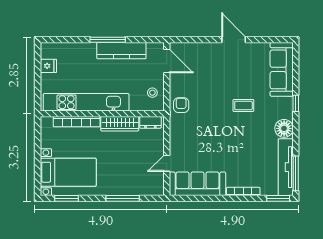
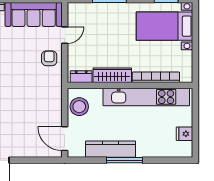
stool: (152, 93) -> (79, 107), width x1.89, depth x1.89
armchair: (181, 105) -> (49, 58), moved, turned 180

